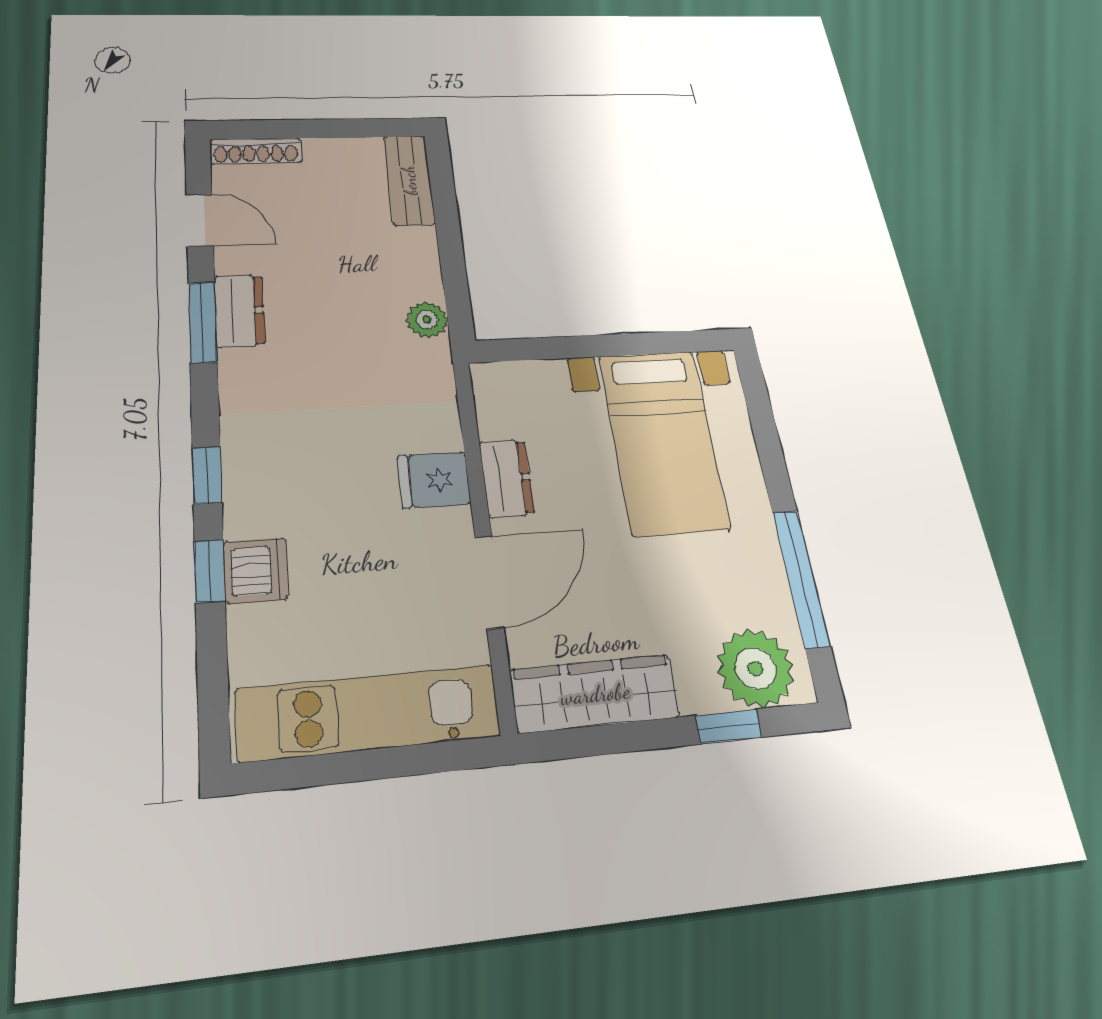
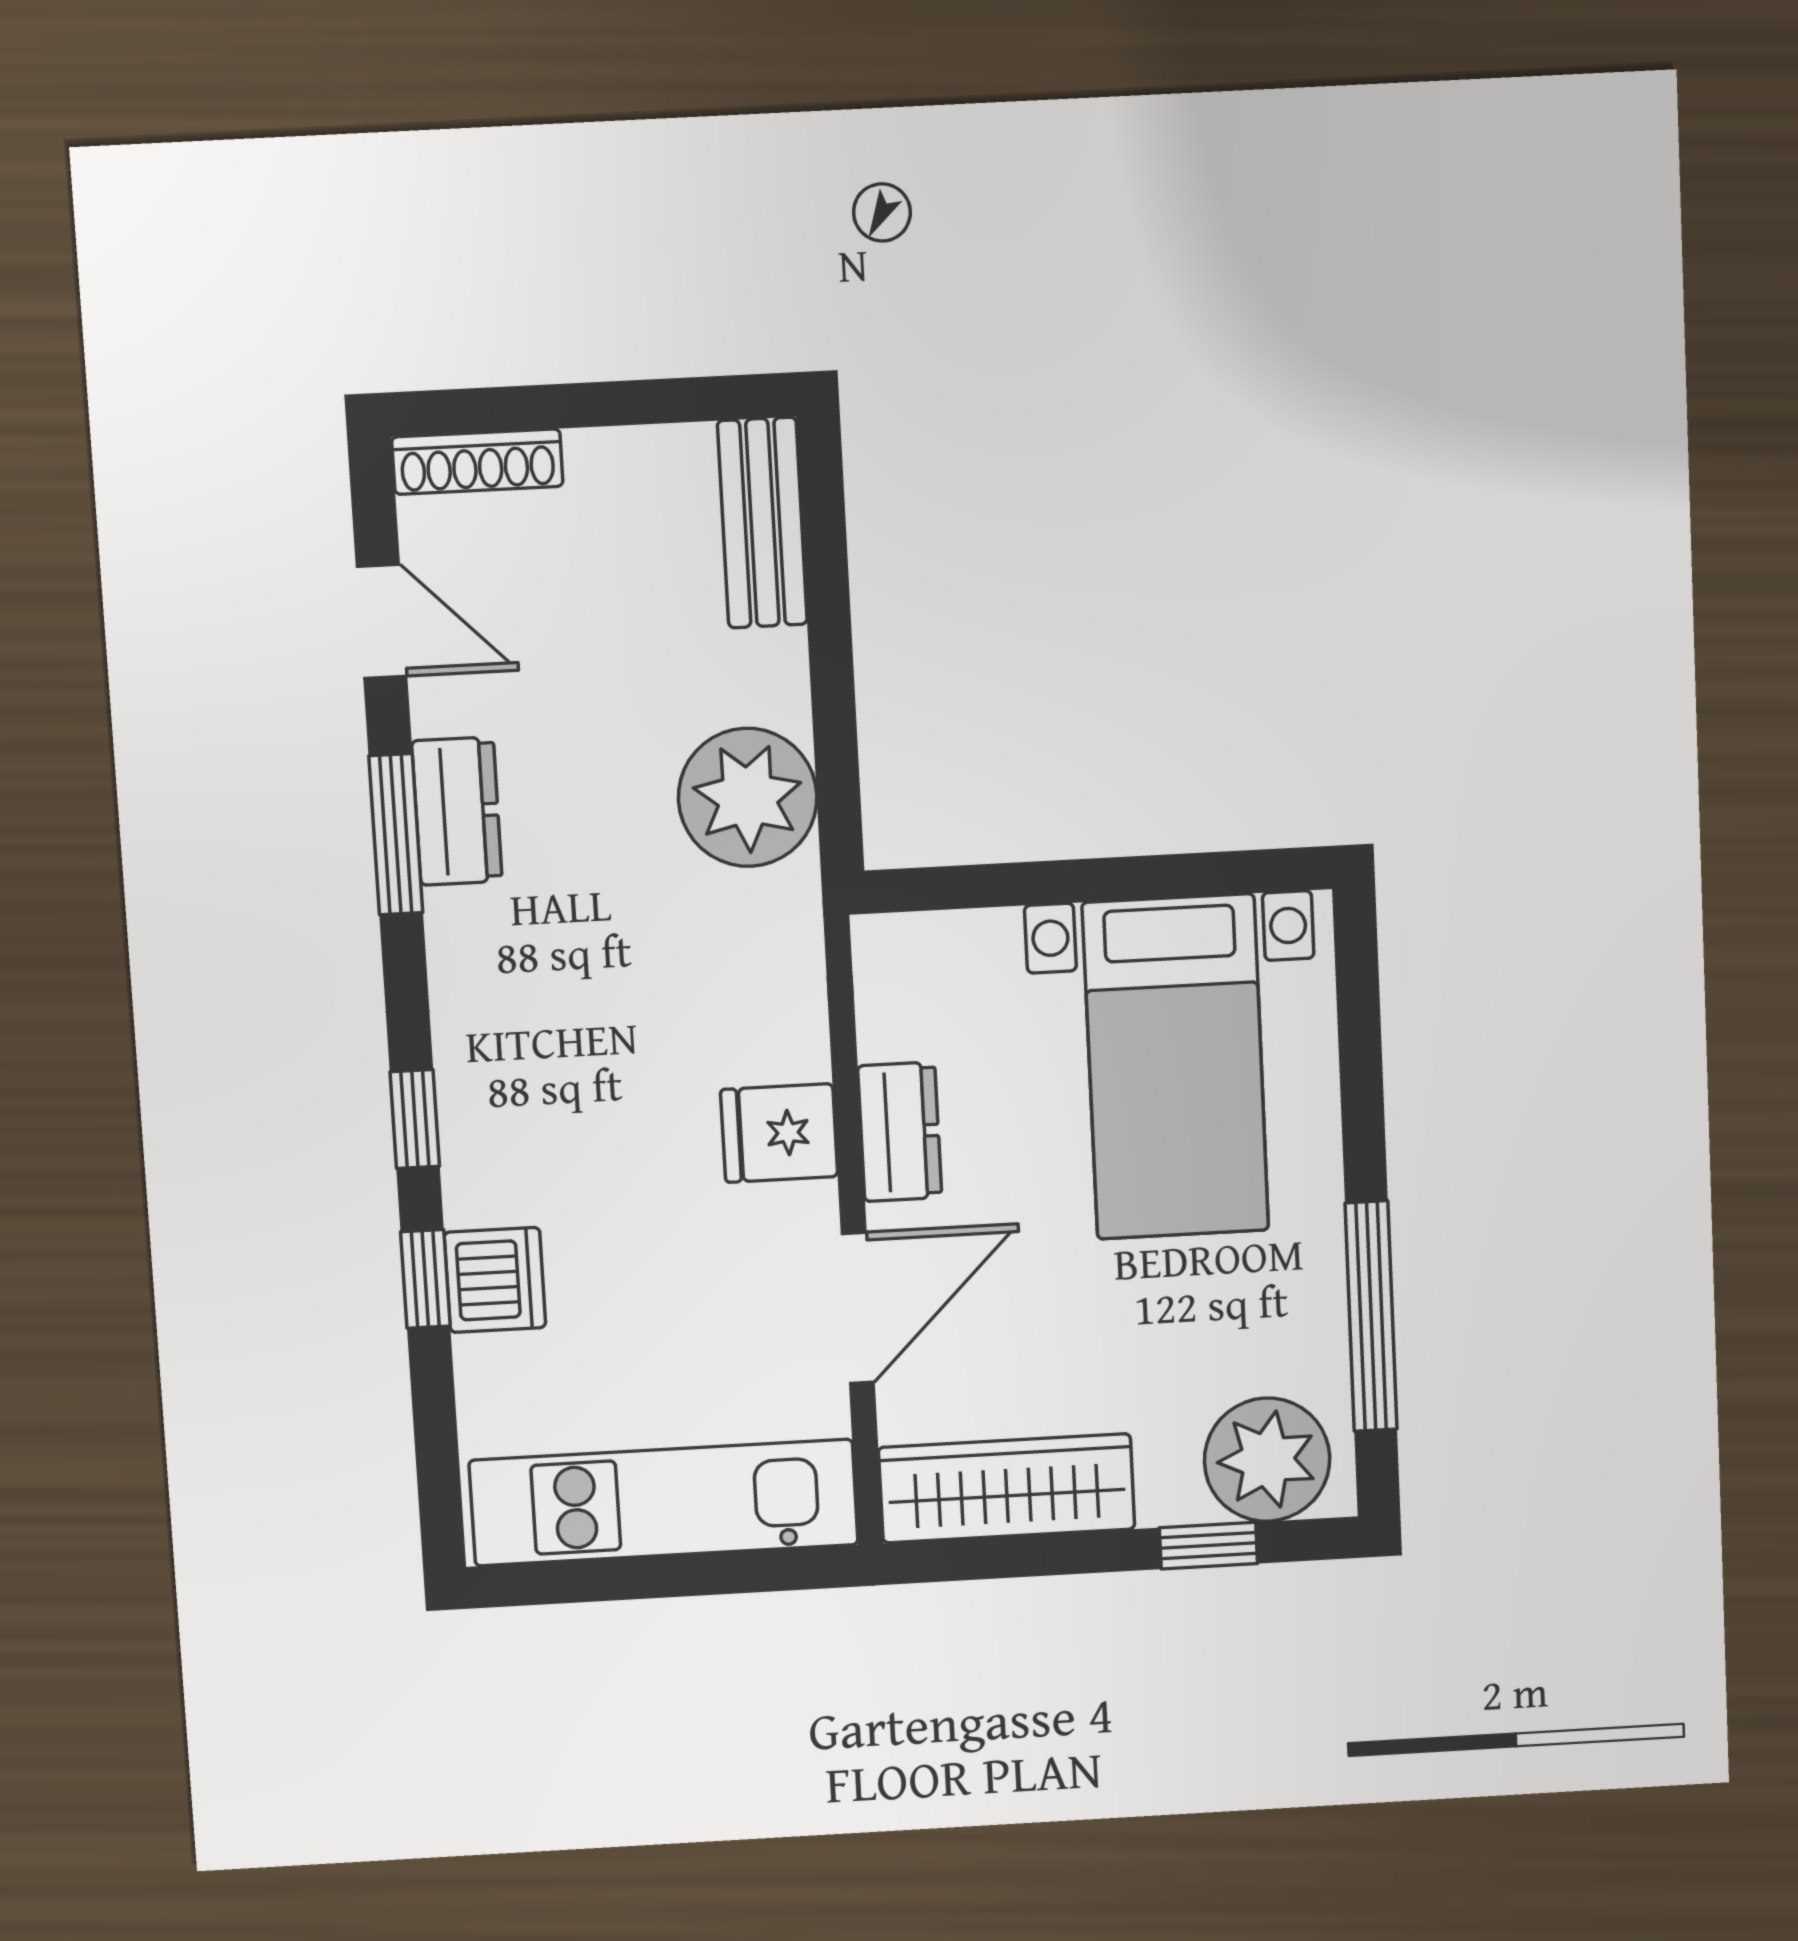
plant: (427, 320) -> (748, 797), width x1.88, depth x1.88

